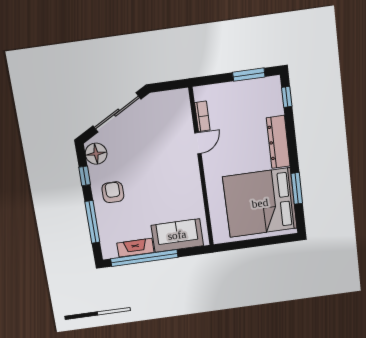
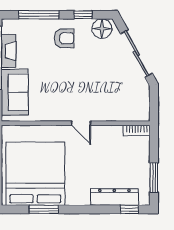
bookcase: (202, 116) -> (137, 131), moved
dresser: (278, 142) -> (114, 197), moved
door: (198, 143) -> (81, 123), moved

